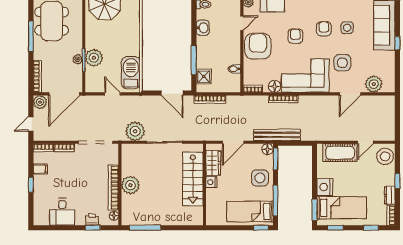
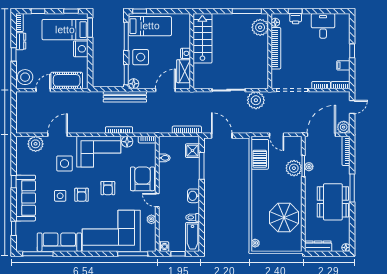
door: (242, 23) -> (157, 200), hinge flipped
armchair: (258, 46) -> (143, 179), turned 180
stairs: (193, 179) -> (202, 38), moved
plant: (130, 185) -> (260, 27), moved

